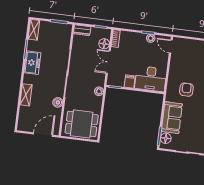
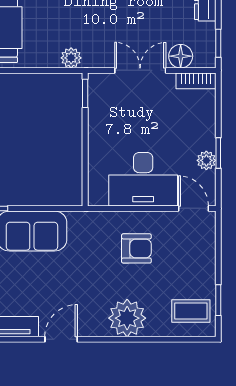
door: (171, 46) -> (193, 208), hinge flipped
desk: (151, 79) -> (143, 179), moved, turned -90
filing cabinet: (130, 82) -> (102, 125), removed
armchair: (186, 90) -> (136, 248), moved

